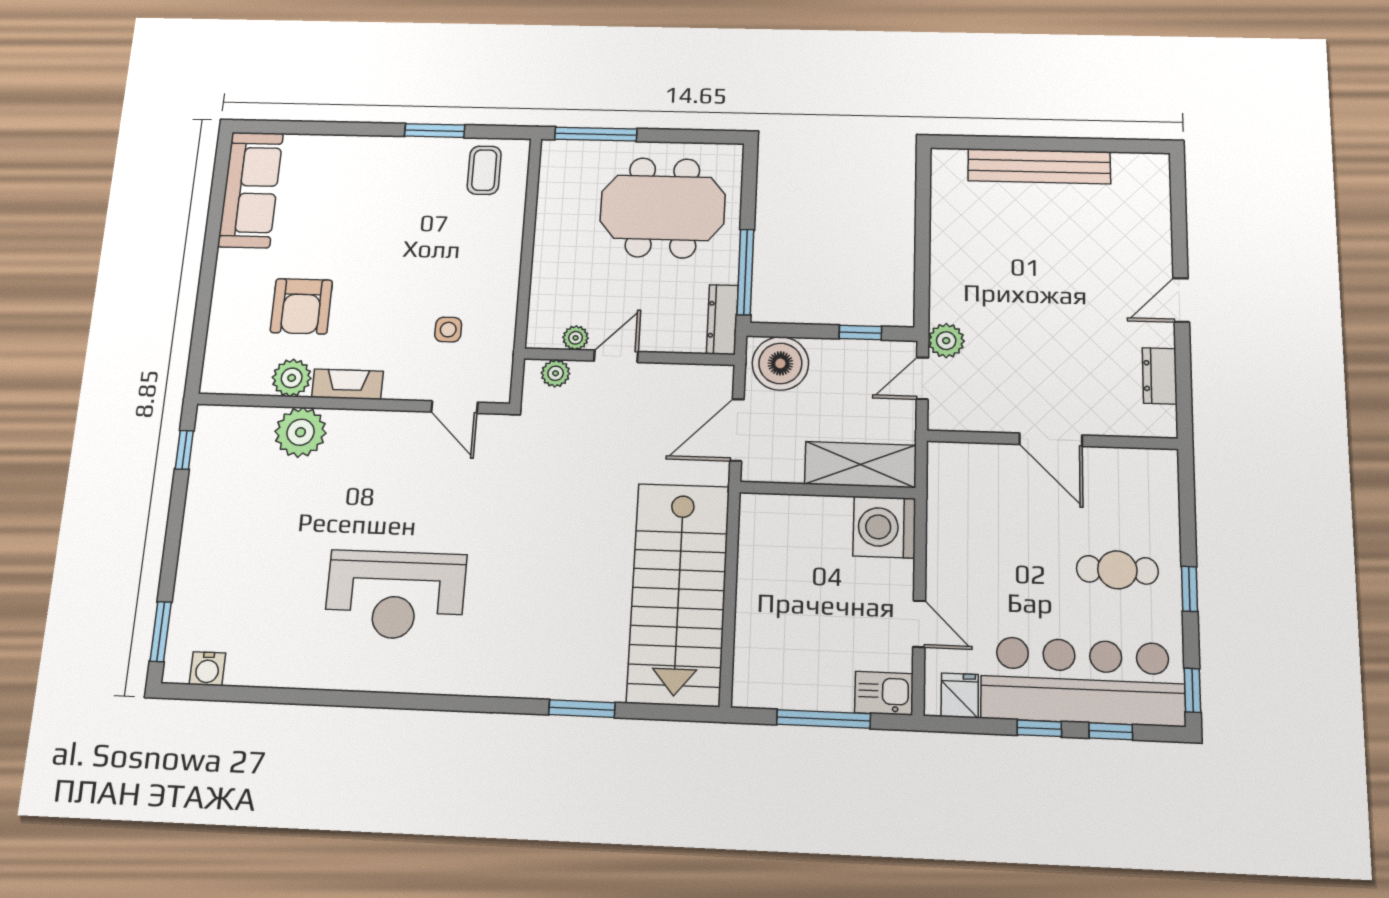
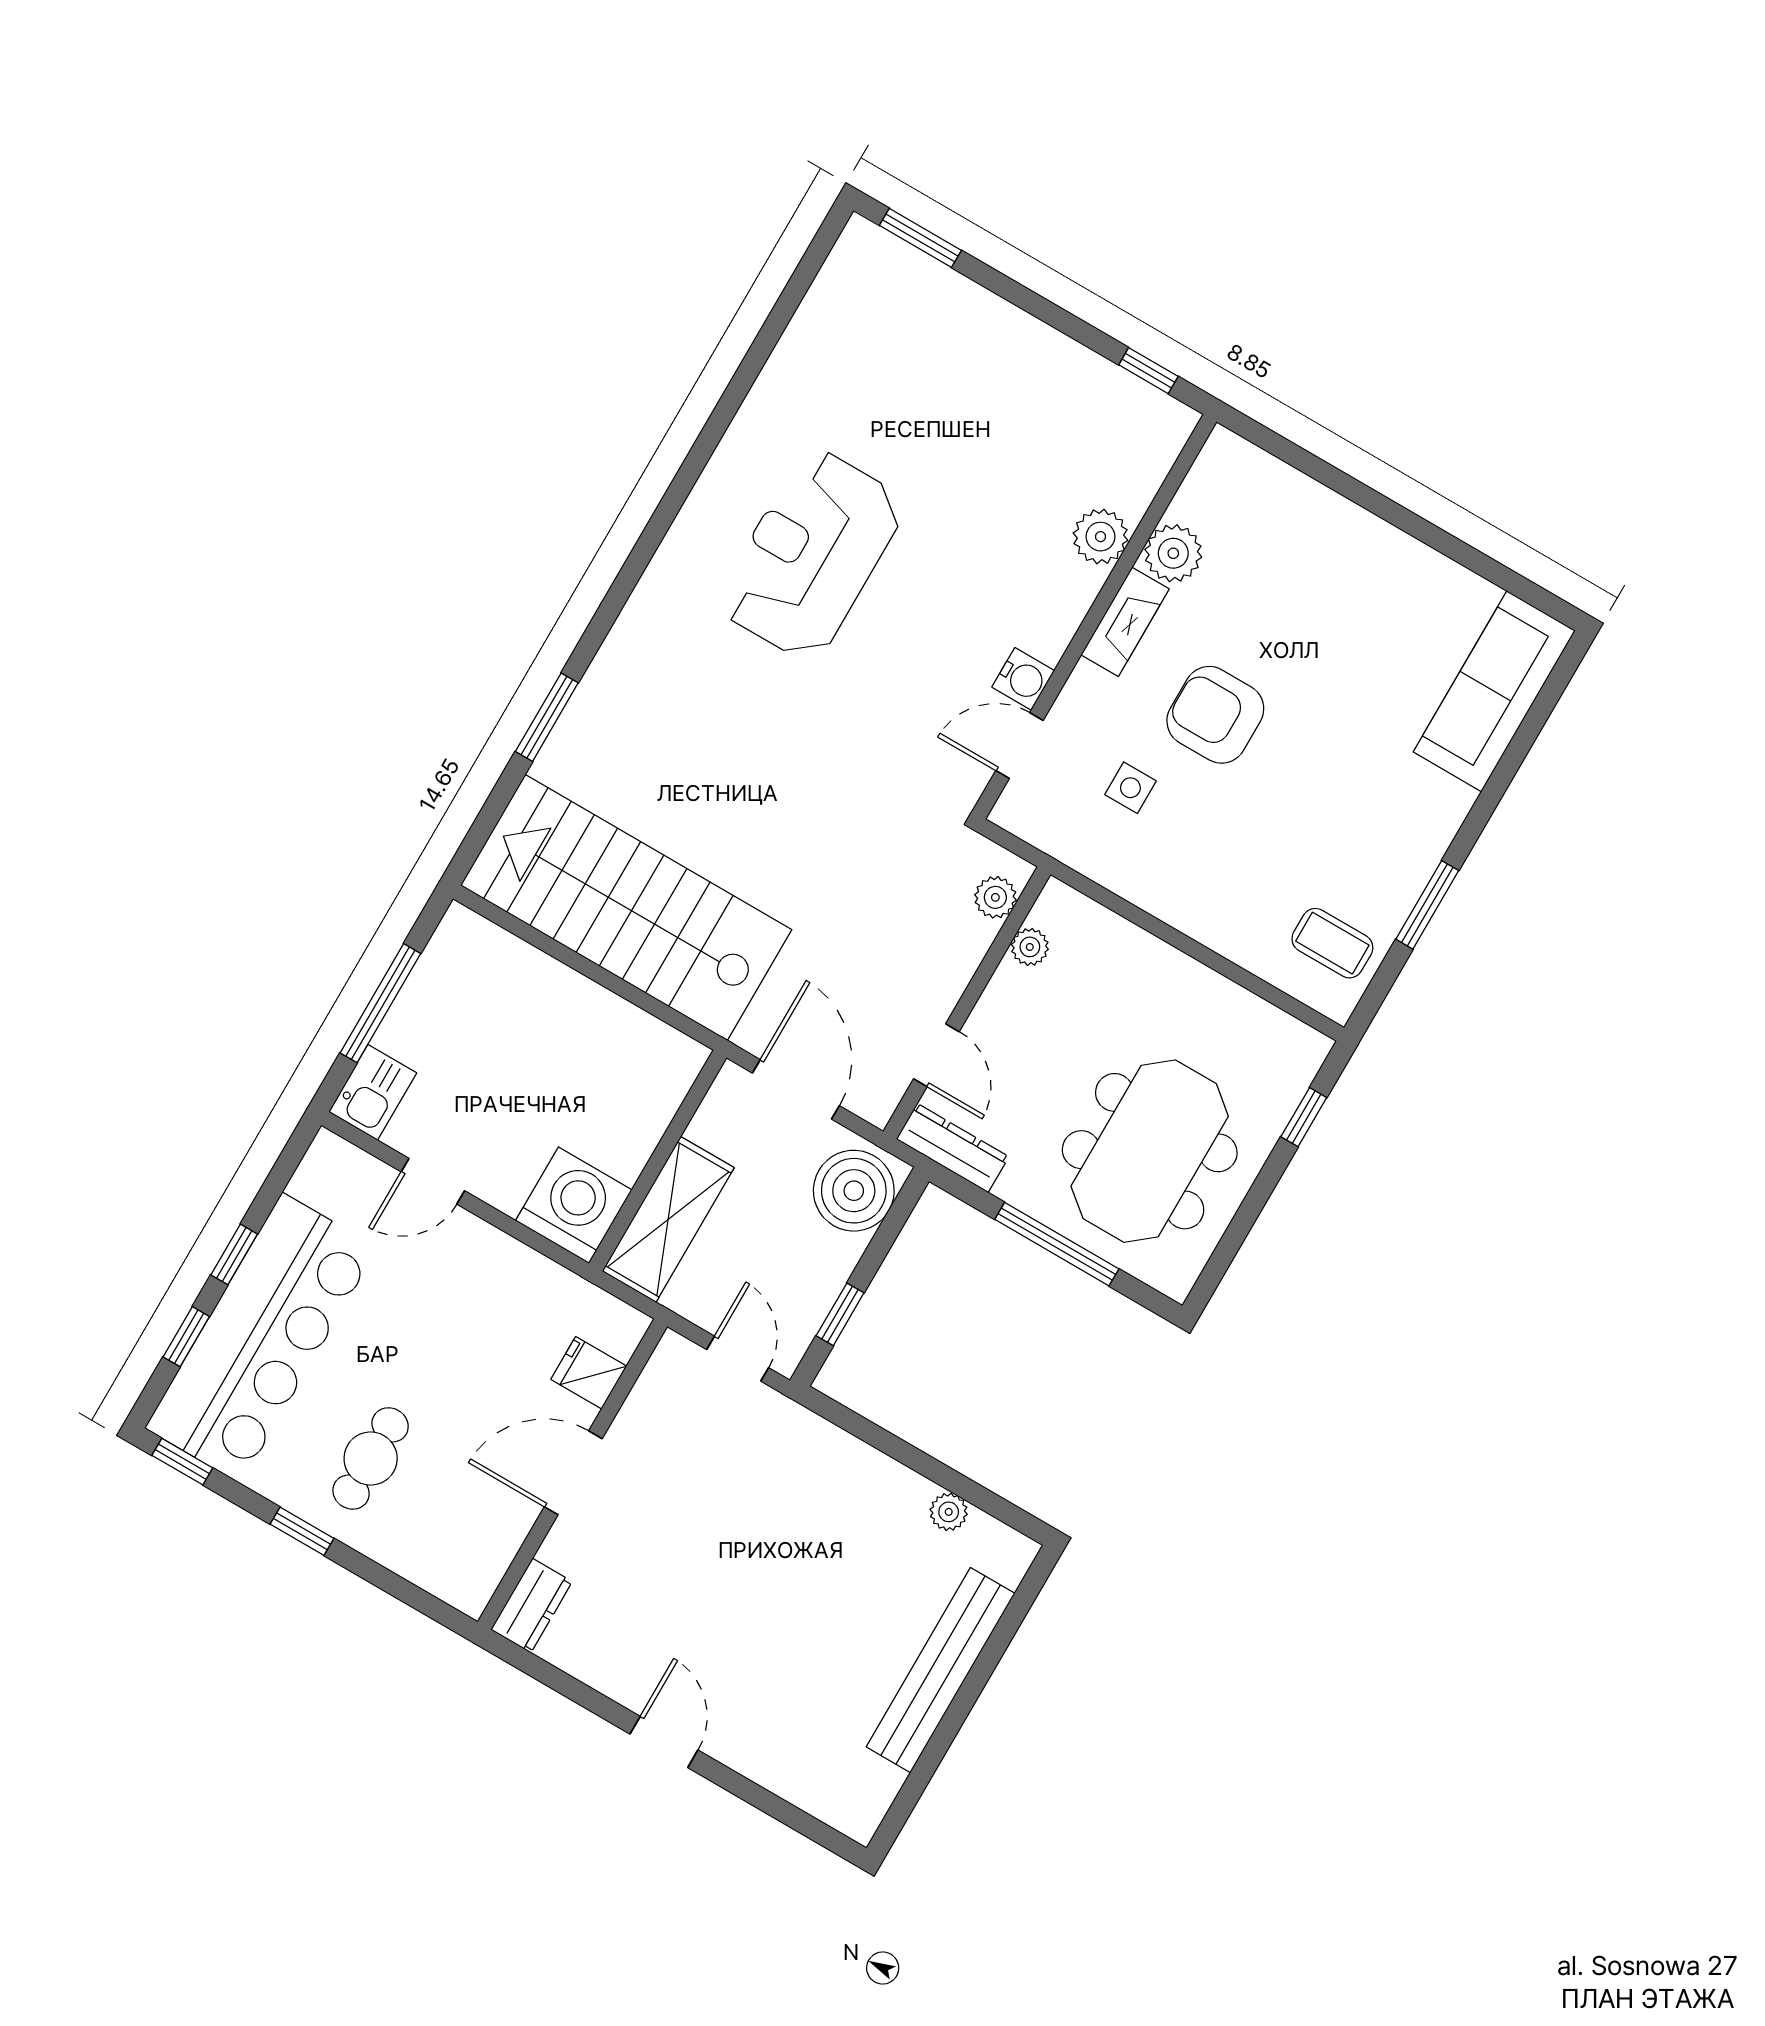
window: (596, 134) -> (1304, 1117), width x0.46
sofa: (251, 190) -> (1494, 691), moved, turned 90
window: (745, 272) -> (1057, 1244), moved
armchair: (301, 306) -> (1215, 715), moved
plant: (946, 341) -> (949, 1512), moved, width x0.73, depth x0.73
door: (616, 356) -> (936, 1055), moved
dresser: (1160, 376) -> (532, 1606), moved, turned 90
plant: (301, 432) -> (1101, 537), width x0.73, depth x0.73
water cooler: (207, 669) -> (1023, 679), moved, turned 180
fridge: (960, 695) -> (589, 1373), moved, turned 180

